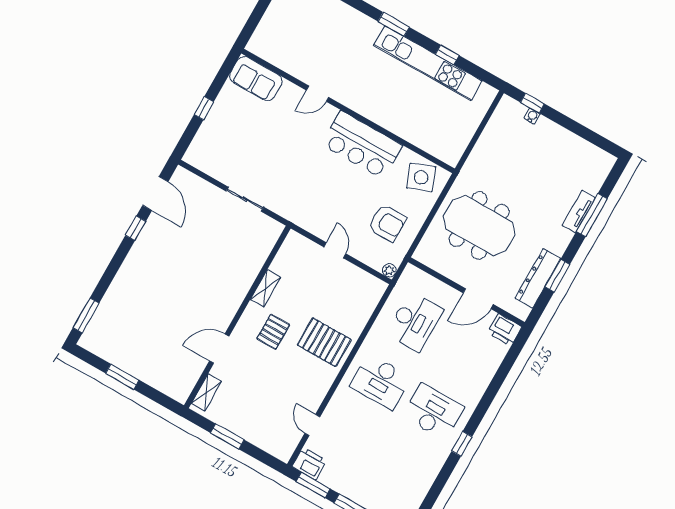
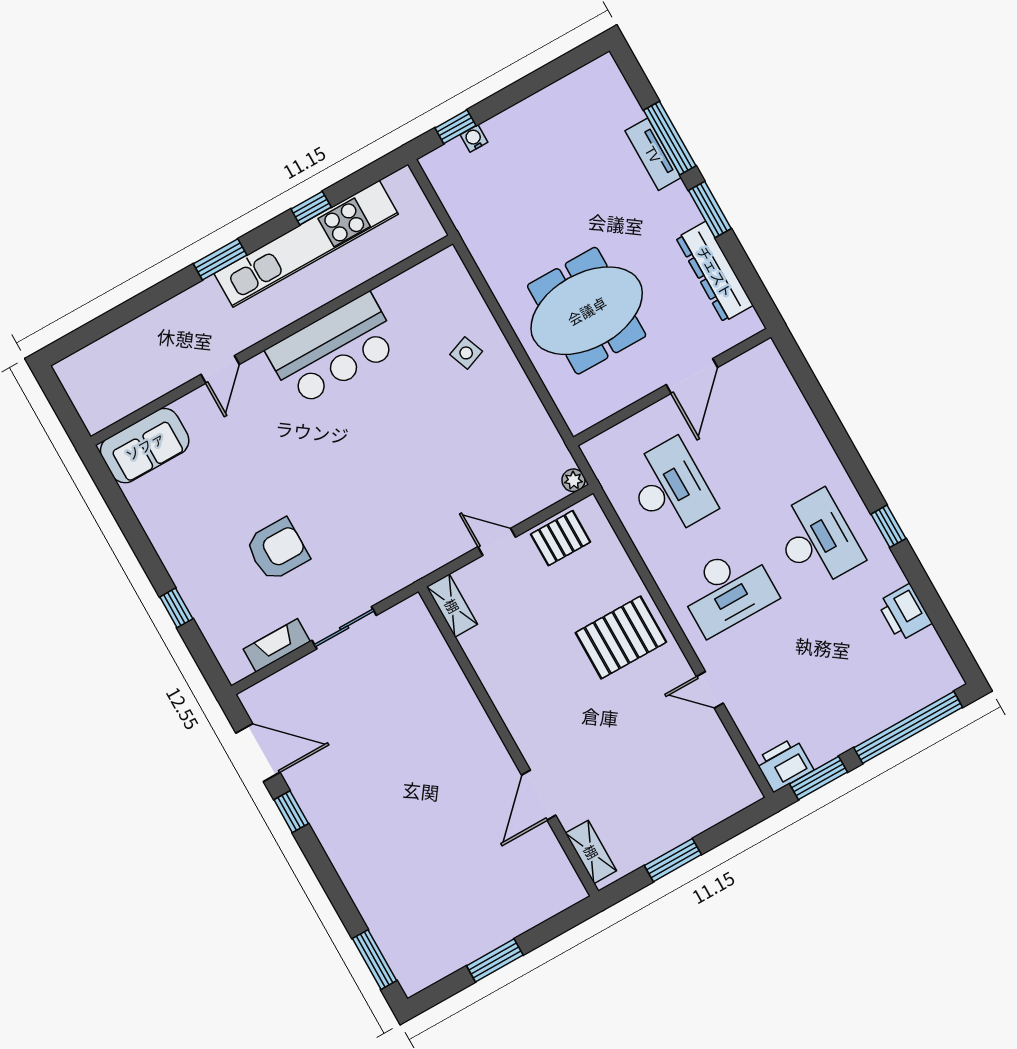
sofa: (256, 79) -> (145, 446), moved
door: (317, 94) -> (220, 369), moved
wall: (348, 111) -> (272, 340), moved
bar counter: (362, 145) -> (333, 350), moved
fireplace: (215, 170) -> (277, 645), added
side table: (421, 177) -> (466, 353), width x0.54, depth x0.54
armchair: (387, 223) -> (277, 550), moved
window: (557, 276) -> (710, 209), moved
shelving: (265, 288) -> (452, 606), moved
printer: (505, 330) -> (905, 613), moved, turned 90
pallet: (273, 332) -> (561, 538), moved, turned 90
desk: (433, 412) -> (817, 540), turned 90
door: (312, 425) -> (710, 690), moved

